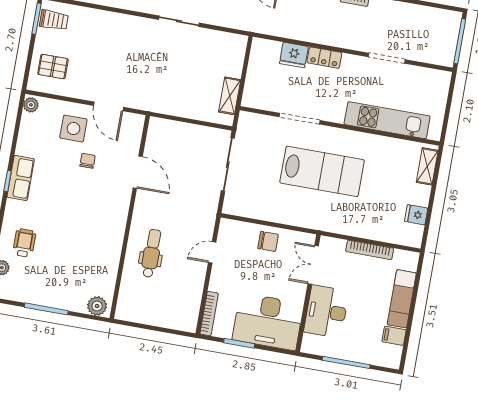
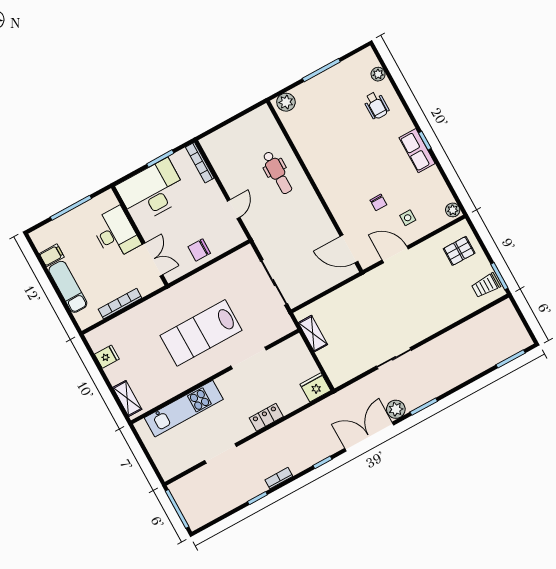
fridge: (294, 55) -> (315, 387), moved
side table: (73, 129) -> (408, 218), width x0.54, depth x0.54
door: (138, 172) -> (349, 249), moved

